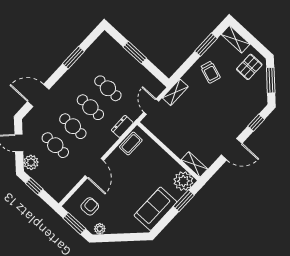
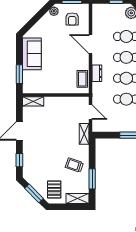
dresser: (122, 126) -> (97, 73), moved
plant: (183, 181) -> (31, 86), removed

